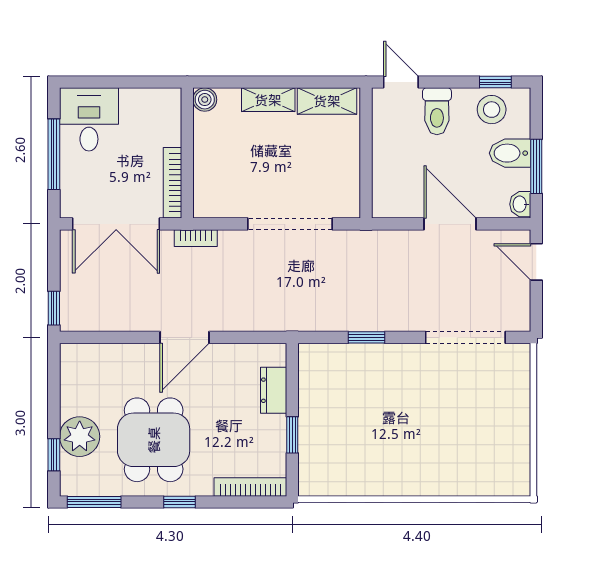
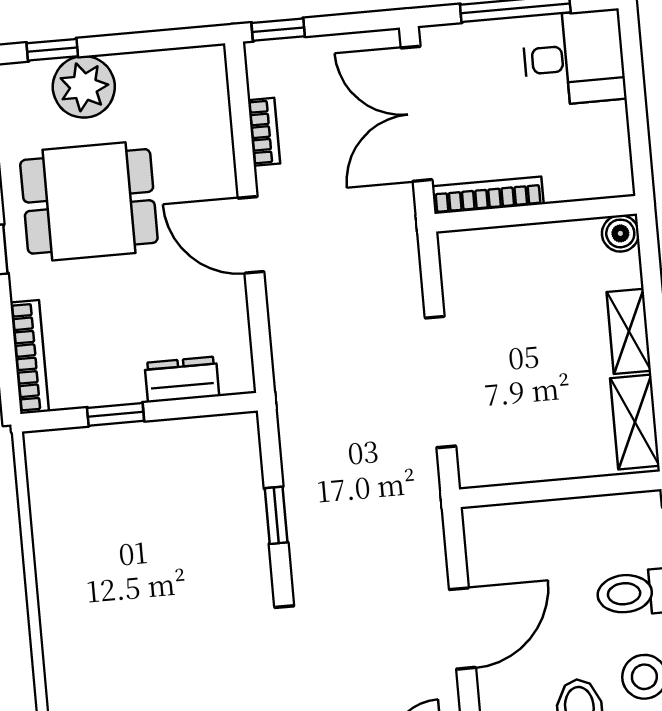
bookcase: (196, 238) -> (264, 132), moved, turned 180

